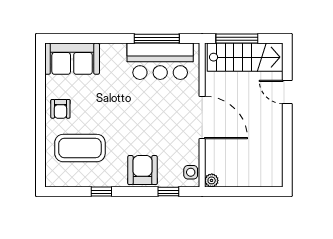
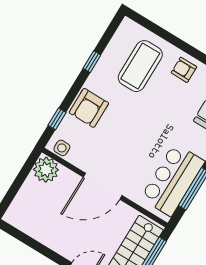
armchair: (142, 170) -> (89, 108), turned 90
plant: (212, 180) -> (46, 170), width x1.88, depth x1.88

